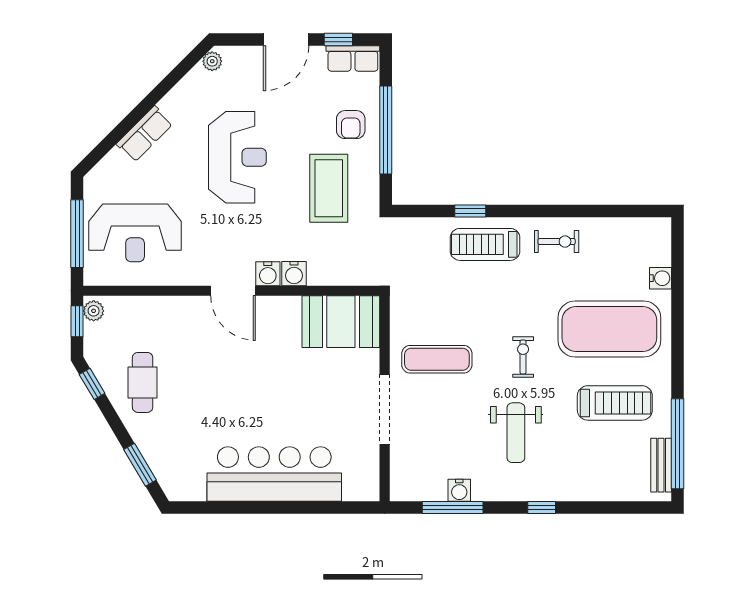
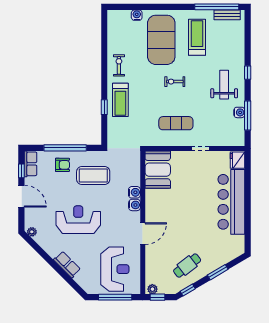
door: (233, 291) -> (143, 234), moved
exercise mat: (437, 359) -> (176, 123), turned 90
cafe table: (143, 382) -> (187, 266), turned -38
doorway: (385, 409) -> (200, 148), width x0.53
weight bench: (516, 433) -> (224, 85), moved, turned -90
window: (140, 465) -> (218, 272), moved
fridge: (360, 487) -> (238, 160), added

